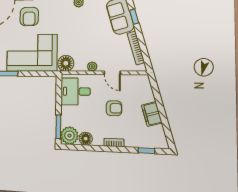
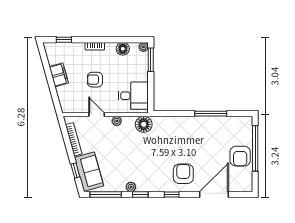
corner sofa: (32, 53) -> (180, 135), removed
plant: (69, 136) -> (143, 47), width x0.53, depth x0.53

